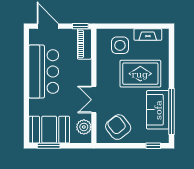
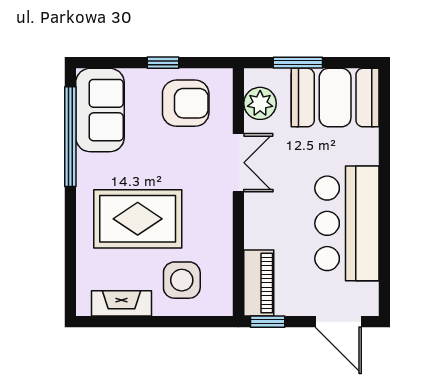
sofa: (158, 110) -> (100, 110), moved
armchair: (118, 127) -> (186, 103), turned -52
window: (49, 146) -> (298, 63), moved
window: (153, 146) -> (163, 63), moved

